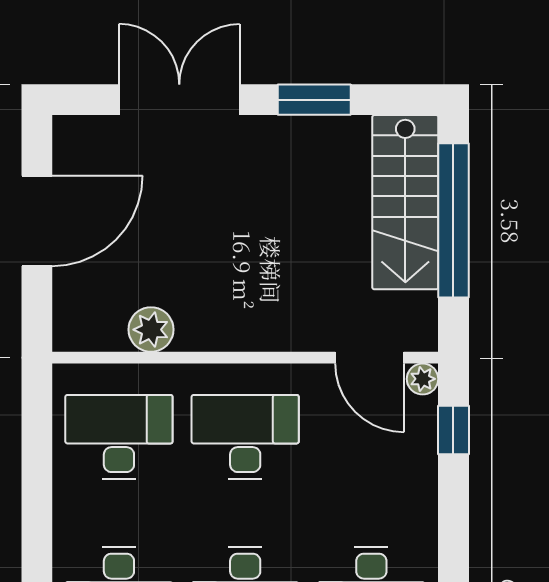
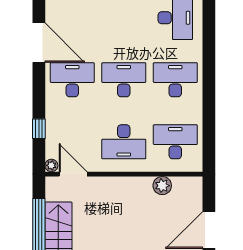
window: (453, 430) -> (39, 129), moved
desk: (119, 437) -> (175, 142), turned 180

